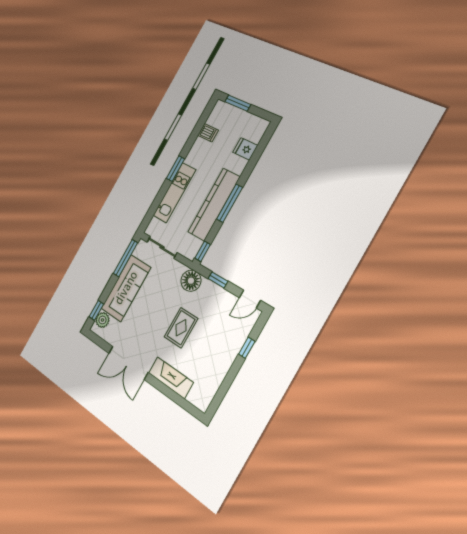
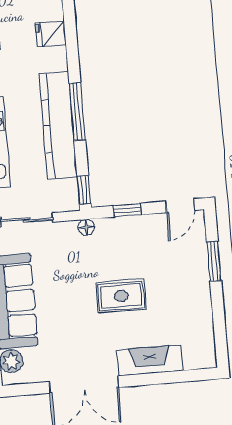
floor lamp: (191, 281) -> (86, 227), width x0.53, depth x0.53
rug: (181, 328) -> (121, 296), turned 90
window: (247, 348) -> (214, 261), width x1.50

